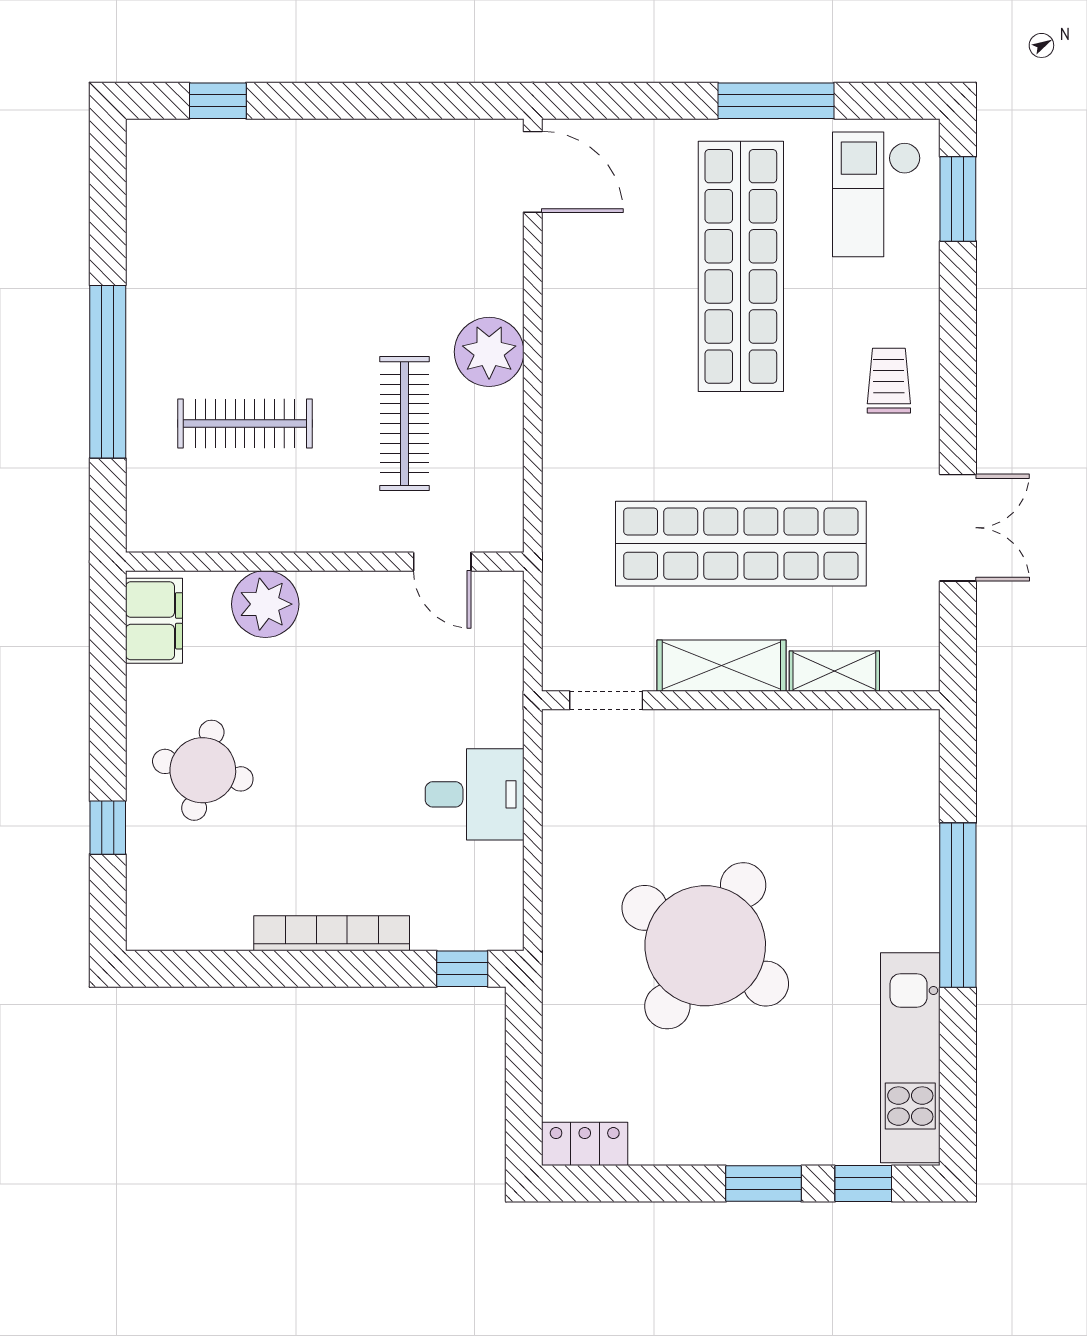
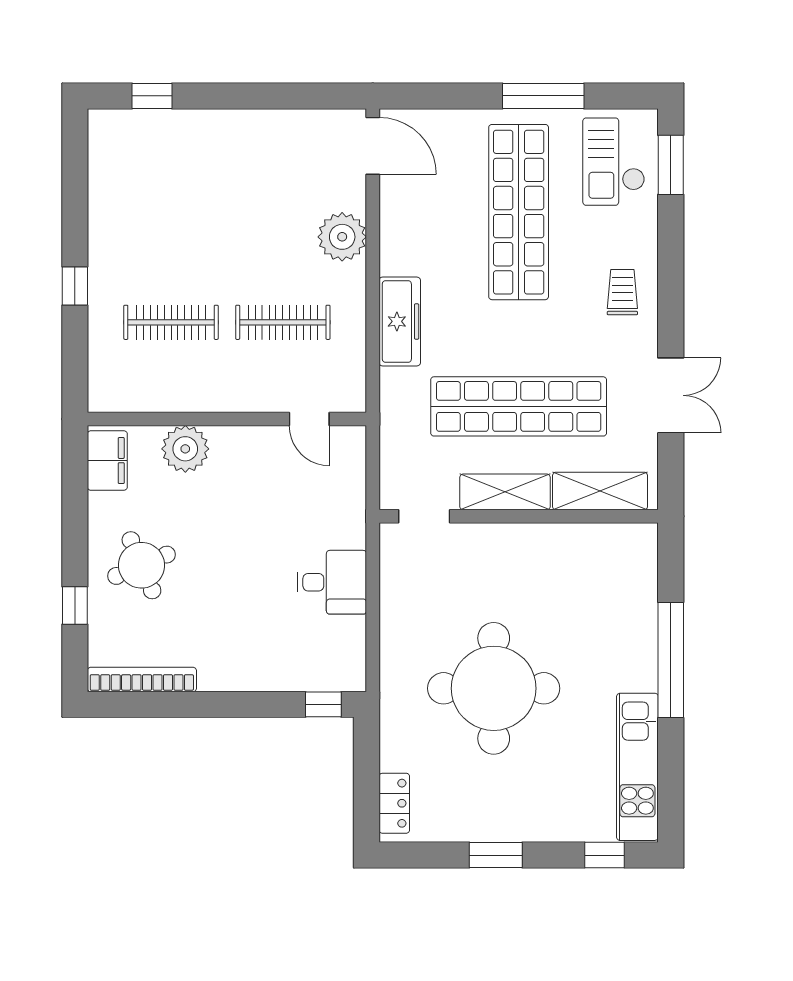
plant: (489, 352) -> (342, 237), moved
window: (108, 372) -> (75, 286), width x0.32
freezer: (571, 422) -> (400, 321), added
clothes rail: (404, 424) -> (283, 322), turned 90
shelving: (834, 671) -> (600, 491), width x1.50, depth x1.33
round table: (203, 770) -> (141, 565), turned -36
bookcase: (332, 933) -> (142, 680), moved
round table: (705, 946) -> (494, 688), turned -32
locker: (585, 1144) -> (394, 803), moved, turned 90
window: (764, 1184) -> (496, 855), moved

